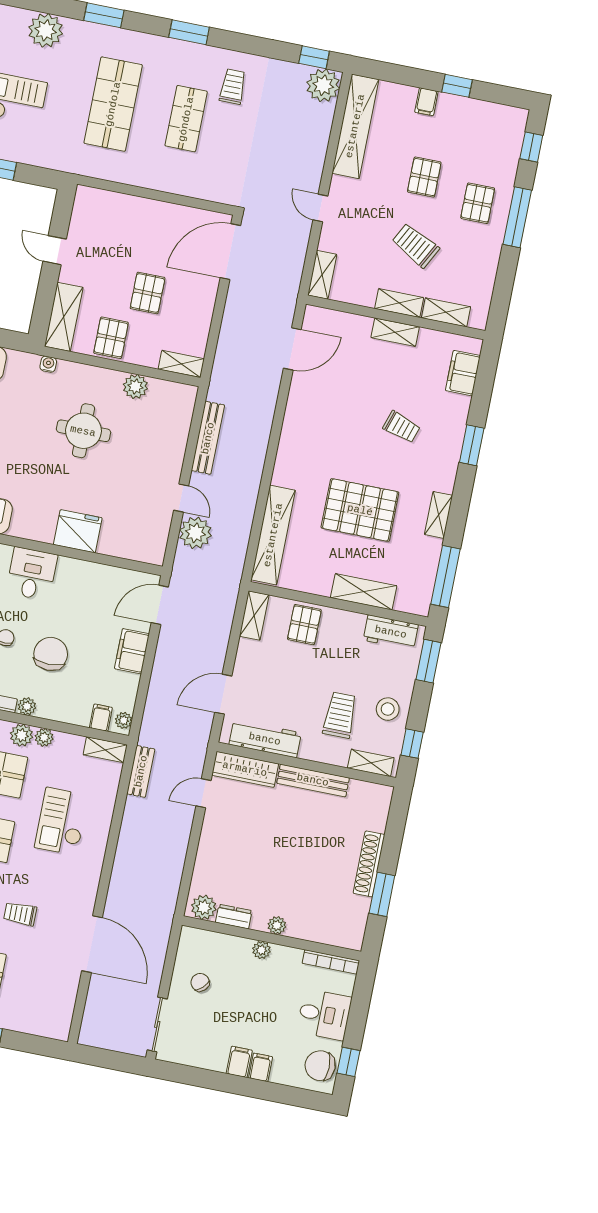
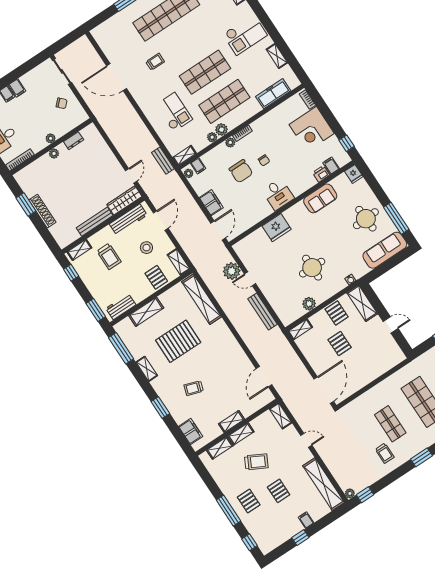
plant: (323, 85) -> (350, 493), width x0.53, depth x0.53
stool: (388, 709) -> (146, 248), moved
plant: (204, 907) -> (88, 133), removed

